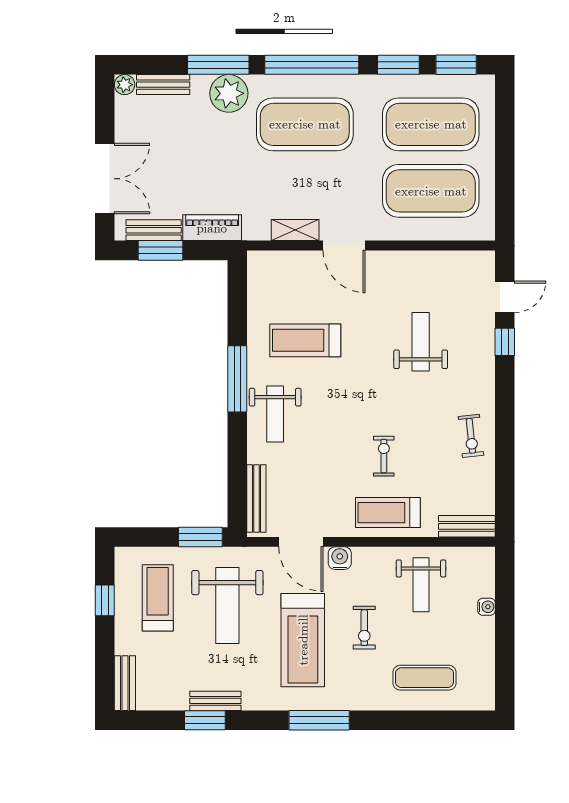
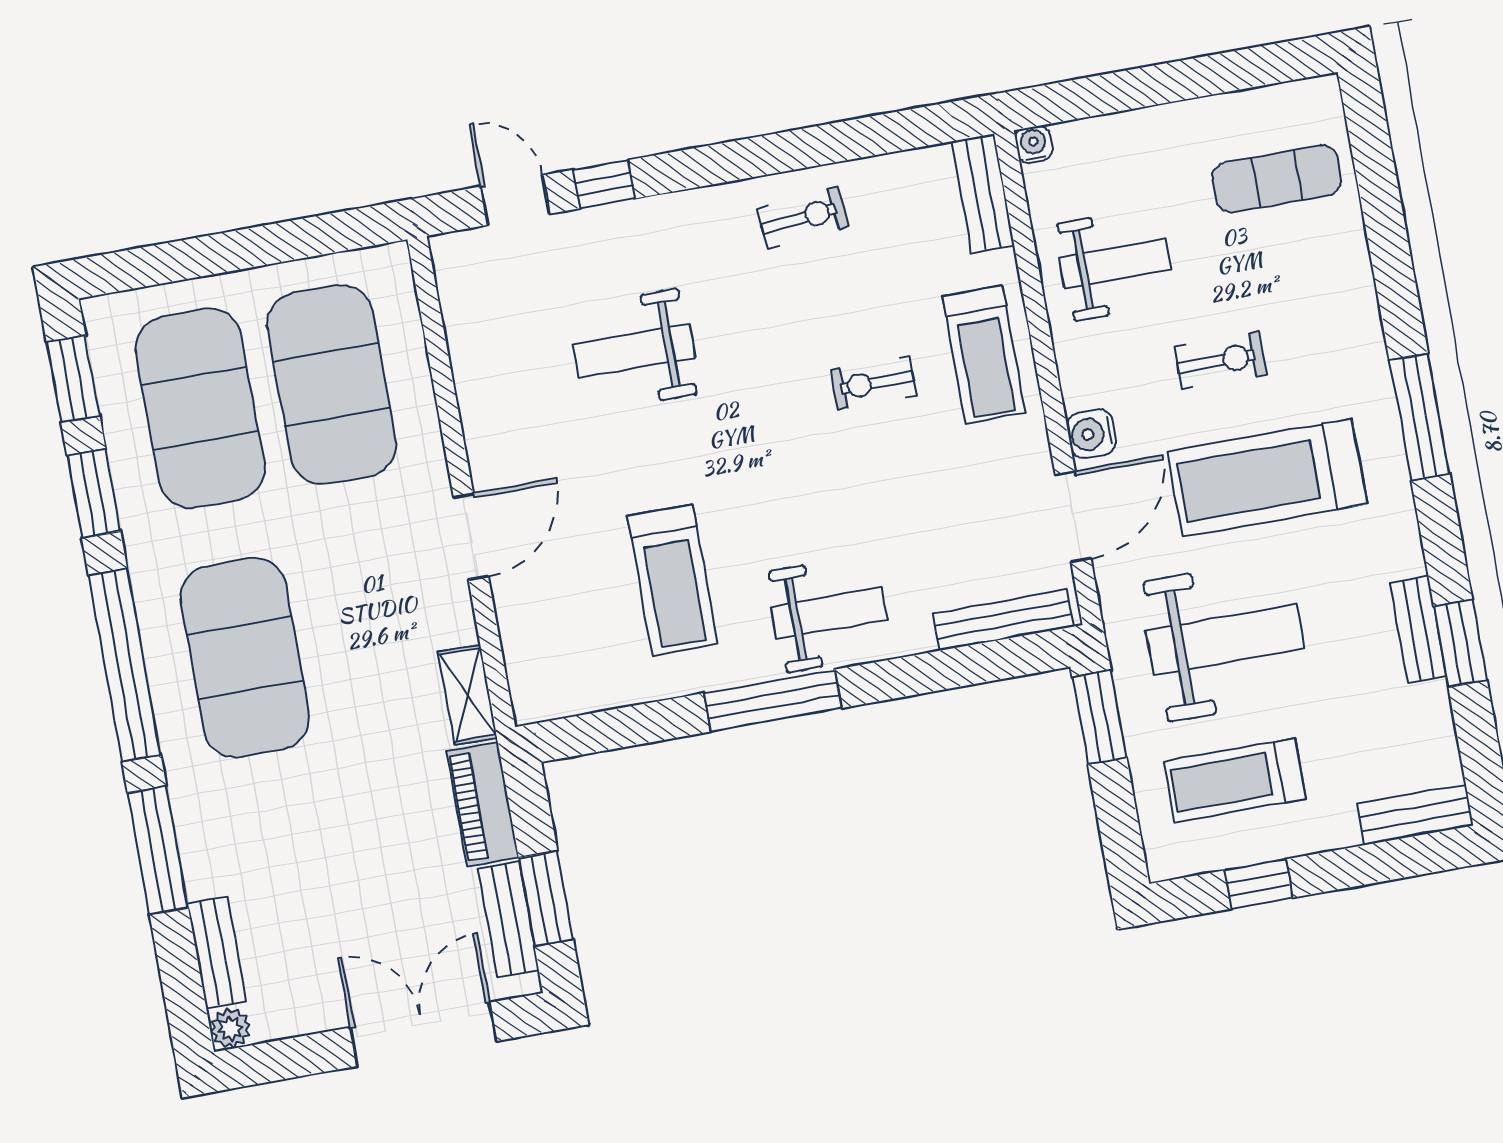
plant: (229, 93) -> (211, 819), removed
shelving: (295, 230) -> (468, 695), moved
water cooler: (486, 607) -> (1034, 144), moved
treadmill: (303, 640) -> (1267, 478), turned 180
exercise mat: (425, 678) -> (1277, 179), moved, turned 90

